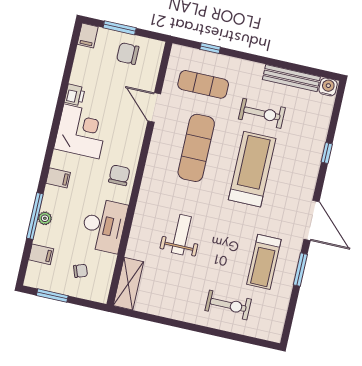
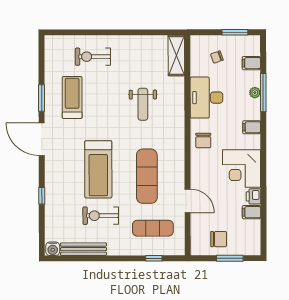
filing cabinet: (88, 36) -> (251, 212), moved, turned -90

